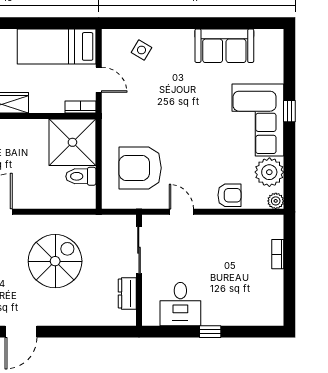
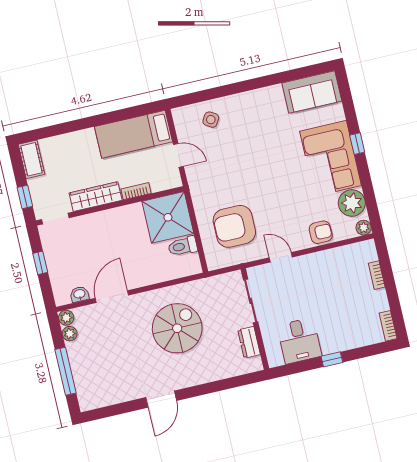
sofa: (224, 46) -> (312, 92), moved
bookcase: (81, 107) -> (136, 191), moved
bookcase: (277, 310) -> (388, 326), added

